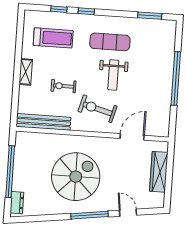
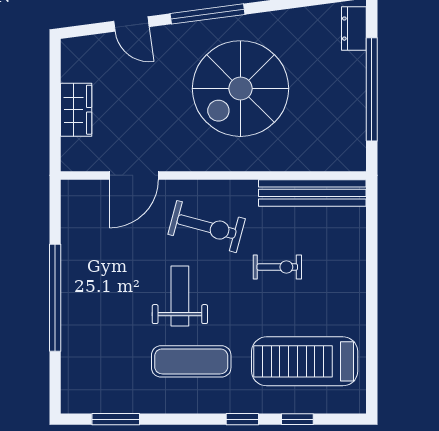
treadmill: (53, 38) -> (305, 361), width x1.37, depth x1.38
shelving: (26, 72) -> (355, 290), removed
wardrobe: (159, 172) -> (76, 110), width x0.67

